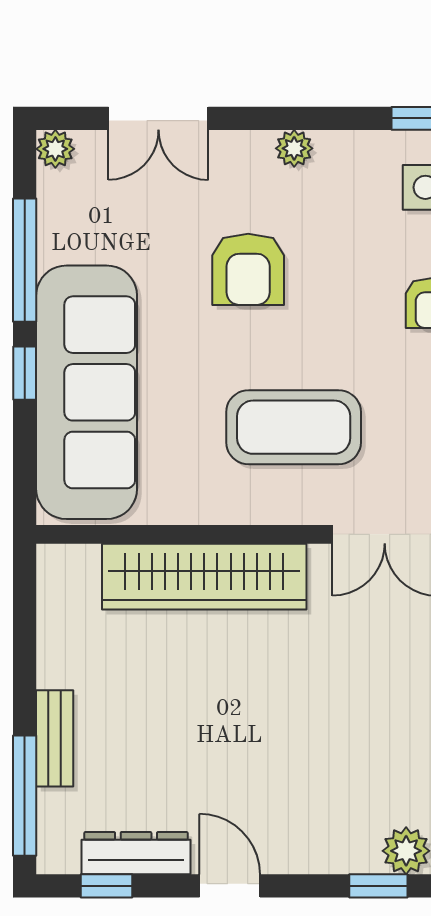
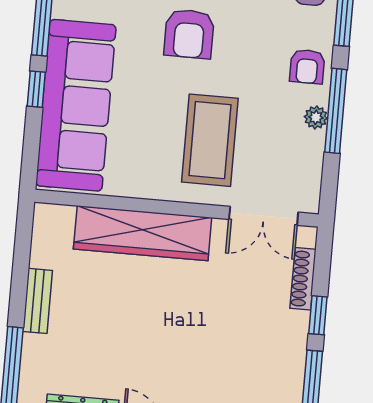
coffee table: (294, 427) -> (210, 140), turned 90
bench: (55, 738) -> (38, 301), moved

